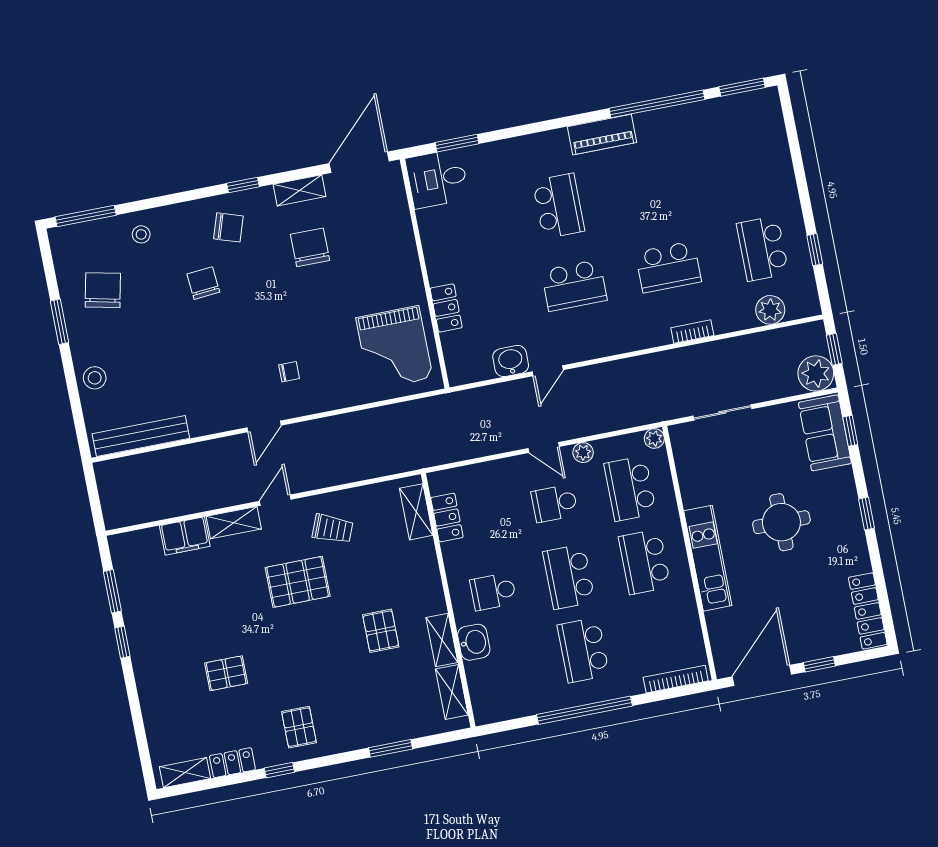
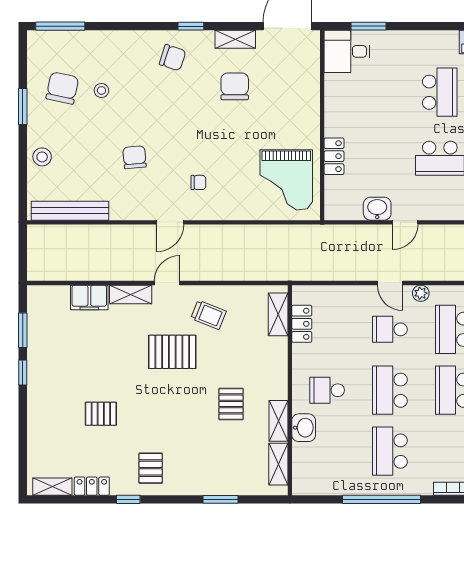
stool: (141, 234) -> (101, 90), moved
chair: (203, 283) -> (134, 157), moved

